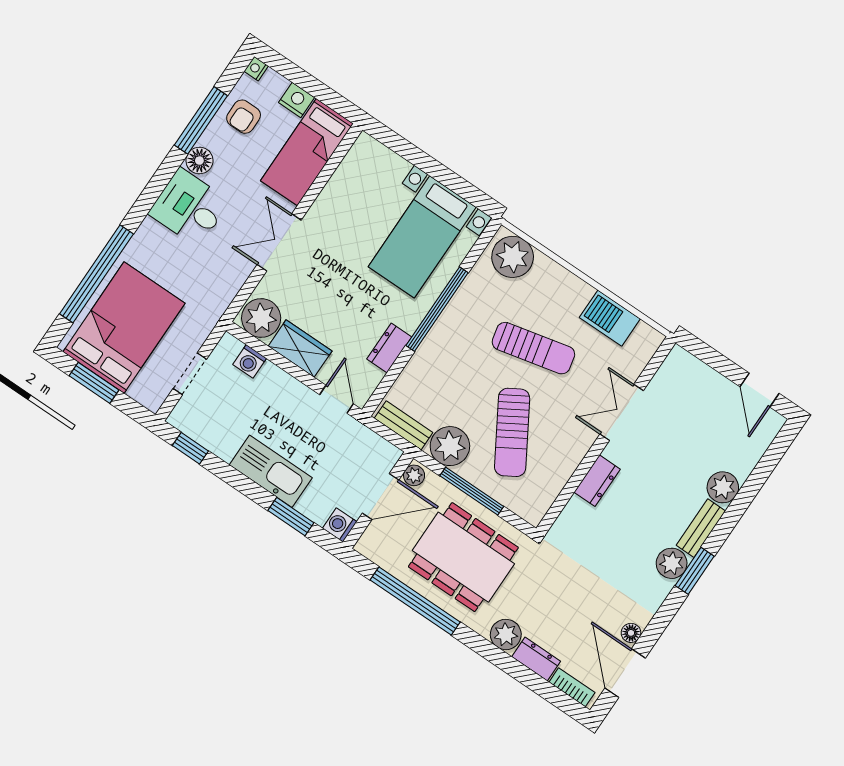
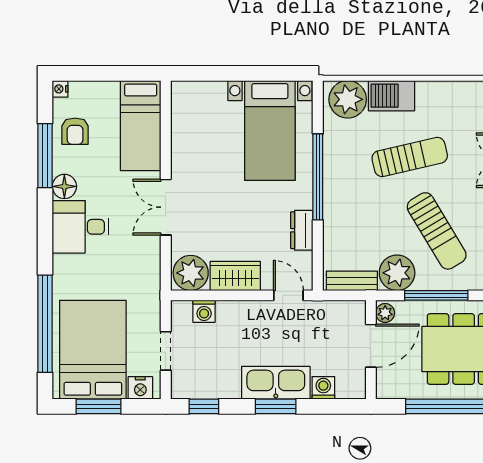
nightstand: (296, 100) -> (140, 388), moved, turned 180
barbecue: (610, 318) -> (392, 96), moved
window: (291, 517) -> (276, 406), moved
washing machine: (340, 525) -> (323, 388), moved, turned 90

